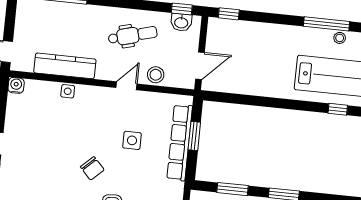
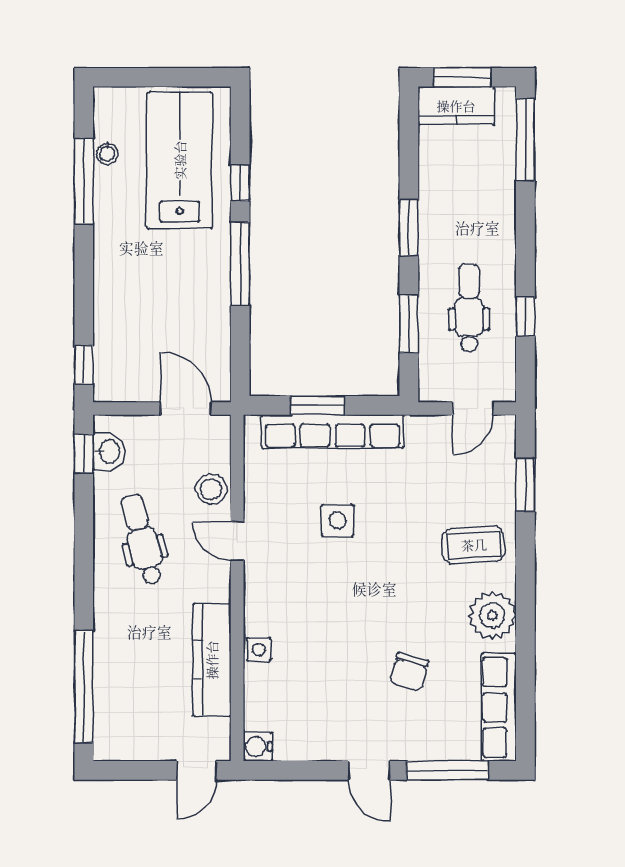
window: (274, 103) -> (240, 264), added
window: (338, 109) -> (240, 183), moved
chair: (92, 168) -> (409, 672), moved, turned 148

